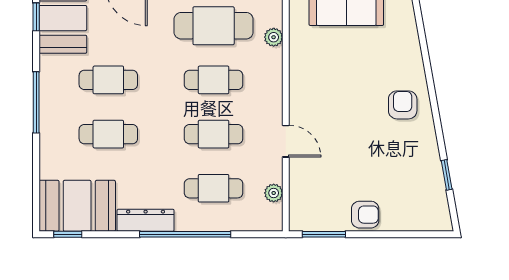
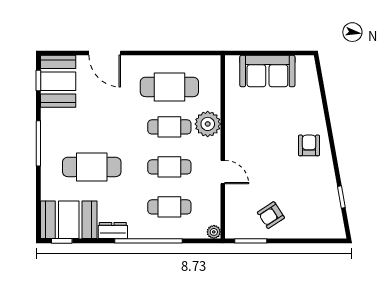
plant: (274, 37) -> (208, 124), moved, width x1.87, depth x1.87
cafe table: (108, 80) -> (92, 127), removed
cafe table: (108, 134) -> (92, 167), width x1.37, depth x1.35
plant: (274, 193) -> (214, 232), moved
armchair: (365, 215) -> (271, 215), moved, turned 147
dresser: (146, 220) -> (113, 231), width x0.70

